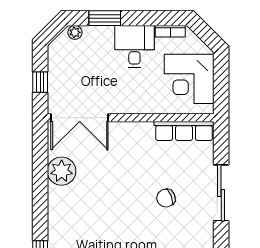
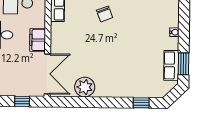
filing cabinet: (128, 103) -> (38, 40), added

